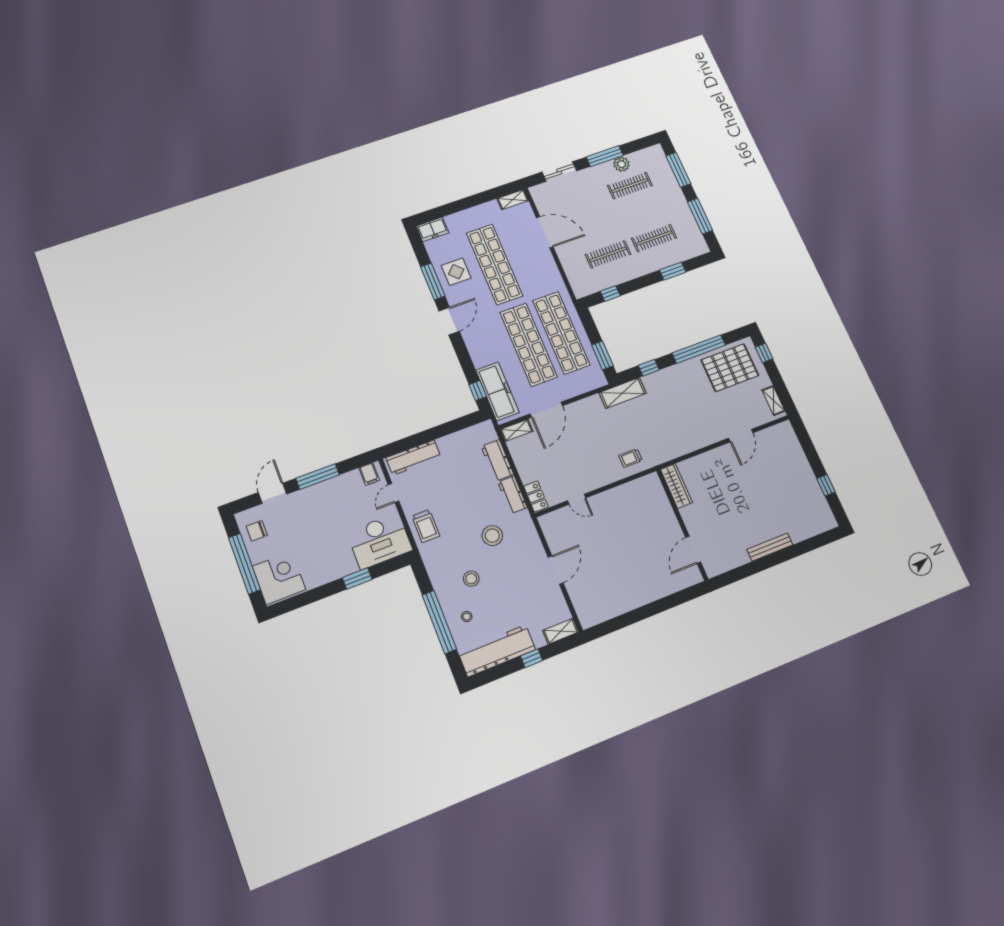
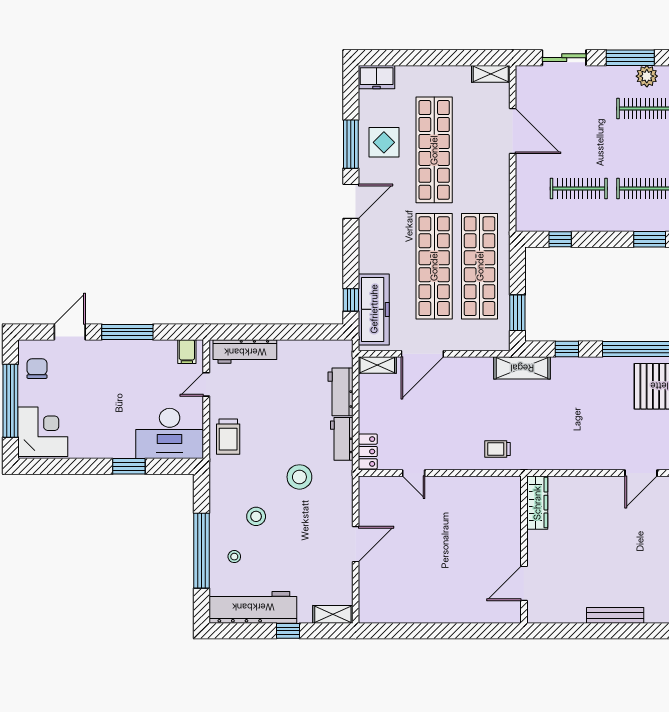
chair: (257, 531) -> (37, 369), turned 90

